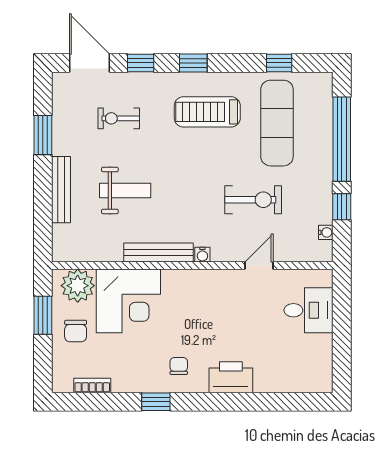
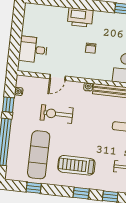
treadmill: (207, 112) -> (76, 165), turned 180
chair: (179, 366) -> (91, 48), moved

